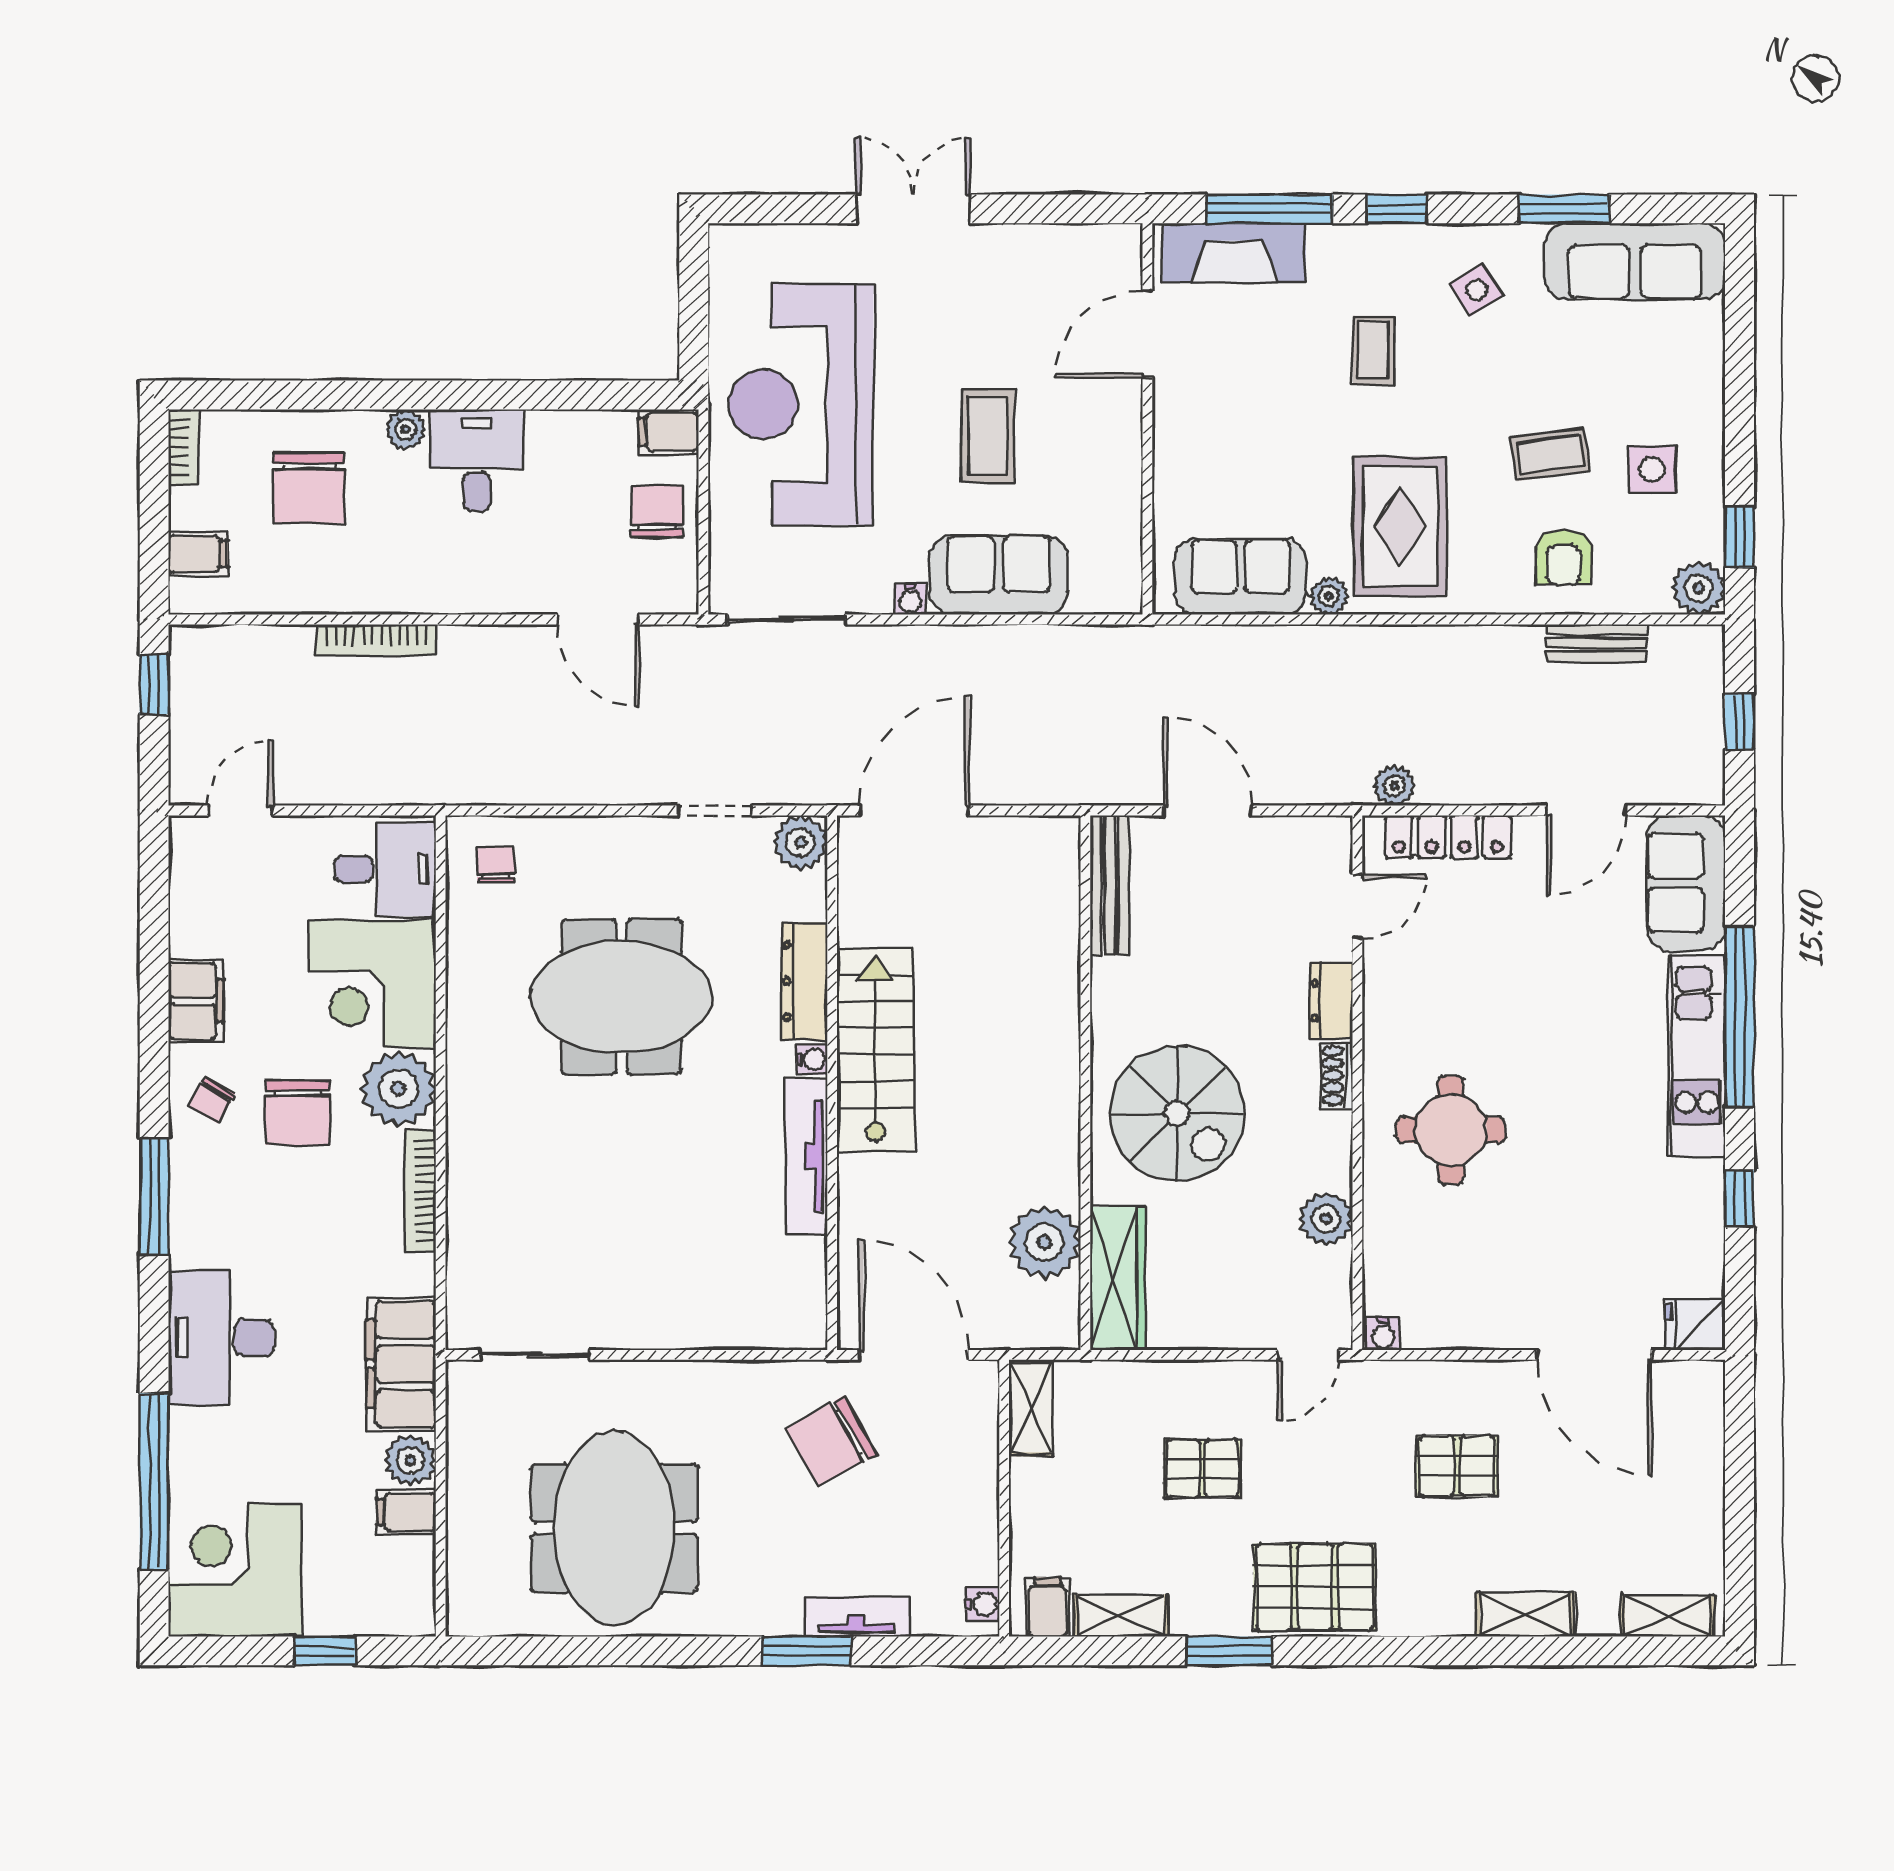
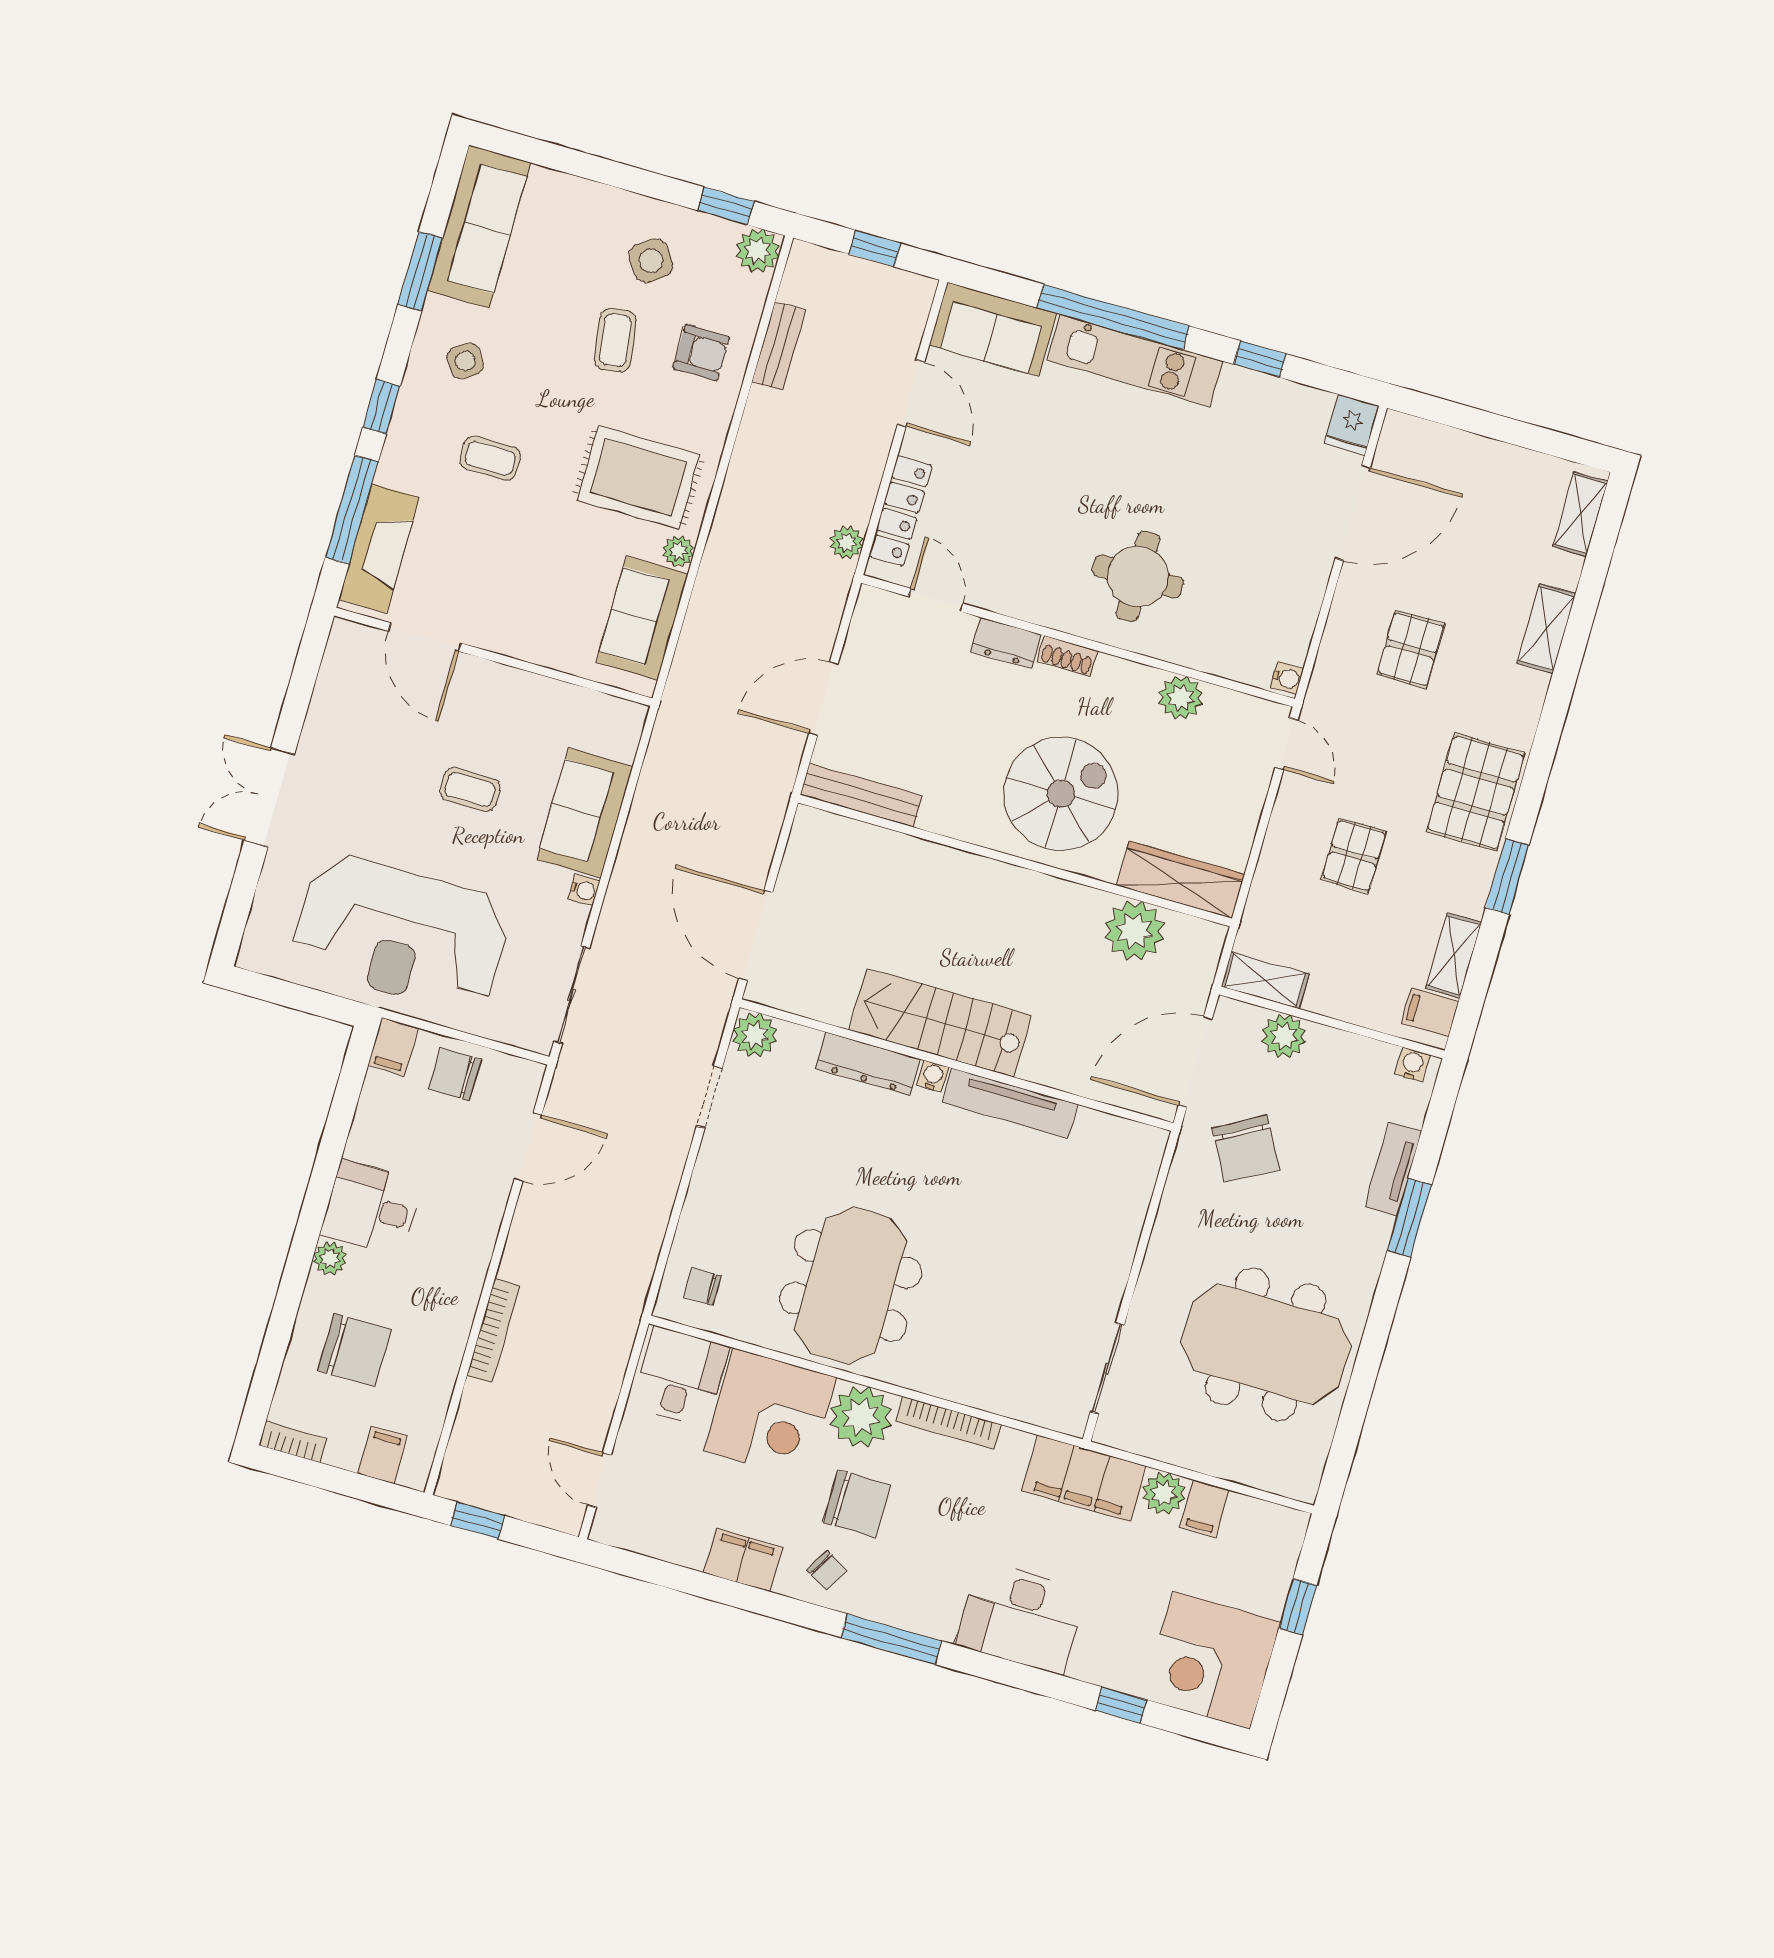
coffee table: (988, 436) -> (470, 790), width x0.73, depth x0.77
side table: (1652, 469) -> (651, 261), turned -35
meeting table: (621, 997) -> (851, 1285), moved
plant: (973, 1448) -> (1284, 1036), added
window: (154, 1481) -> (1121, 1705), width x0.32

